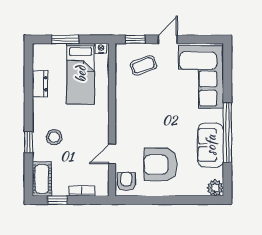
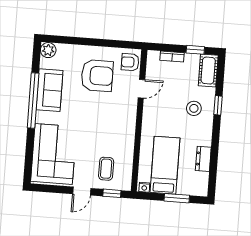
coffee table: (143, 65) -> (106, 169), turned -70
armchair: (126, 182) -> (130, 62), turned 90

